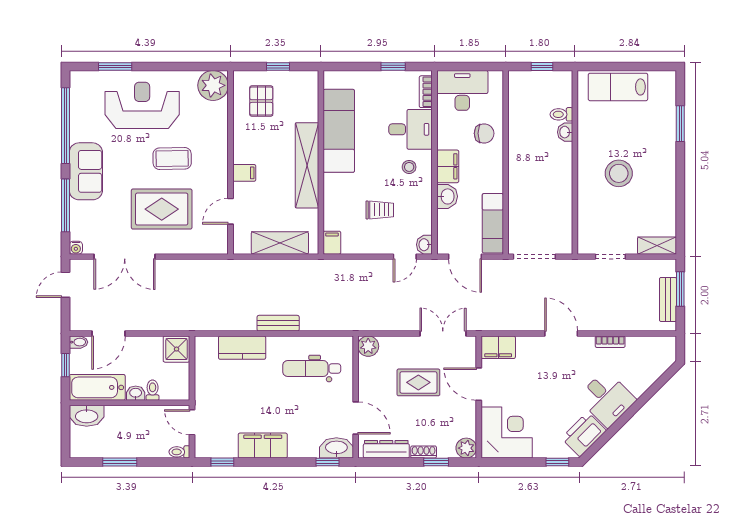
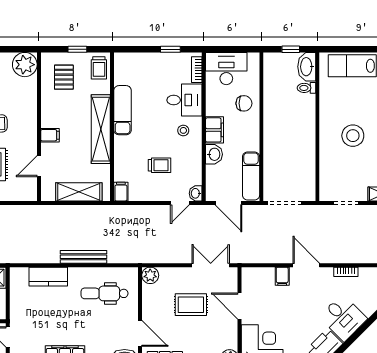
trolley: (305, 89) -> (99, 68), added
exam couch: (339, 131) -> (123, 110), width x0.73, depth x0.69
washbasin: (565, 132) -> (307, 67), moved, width x1.91, depth x1.45
bench: (278, 323) -> (84, 257), width x1.36
filing cabinet: (498, 347) -> (282, 276), moved, width x0.50

